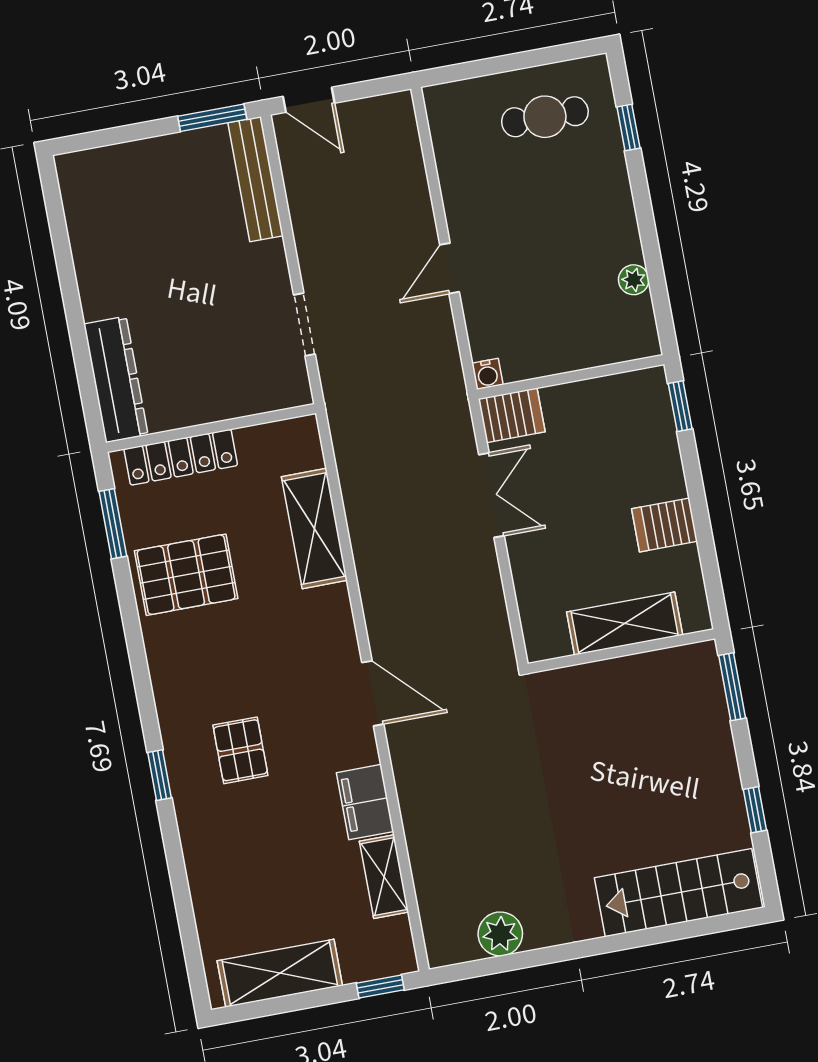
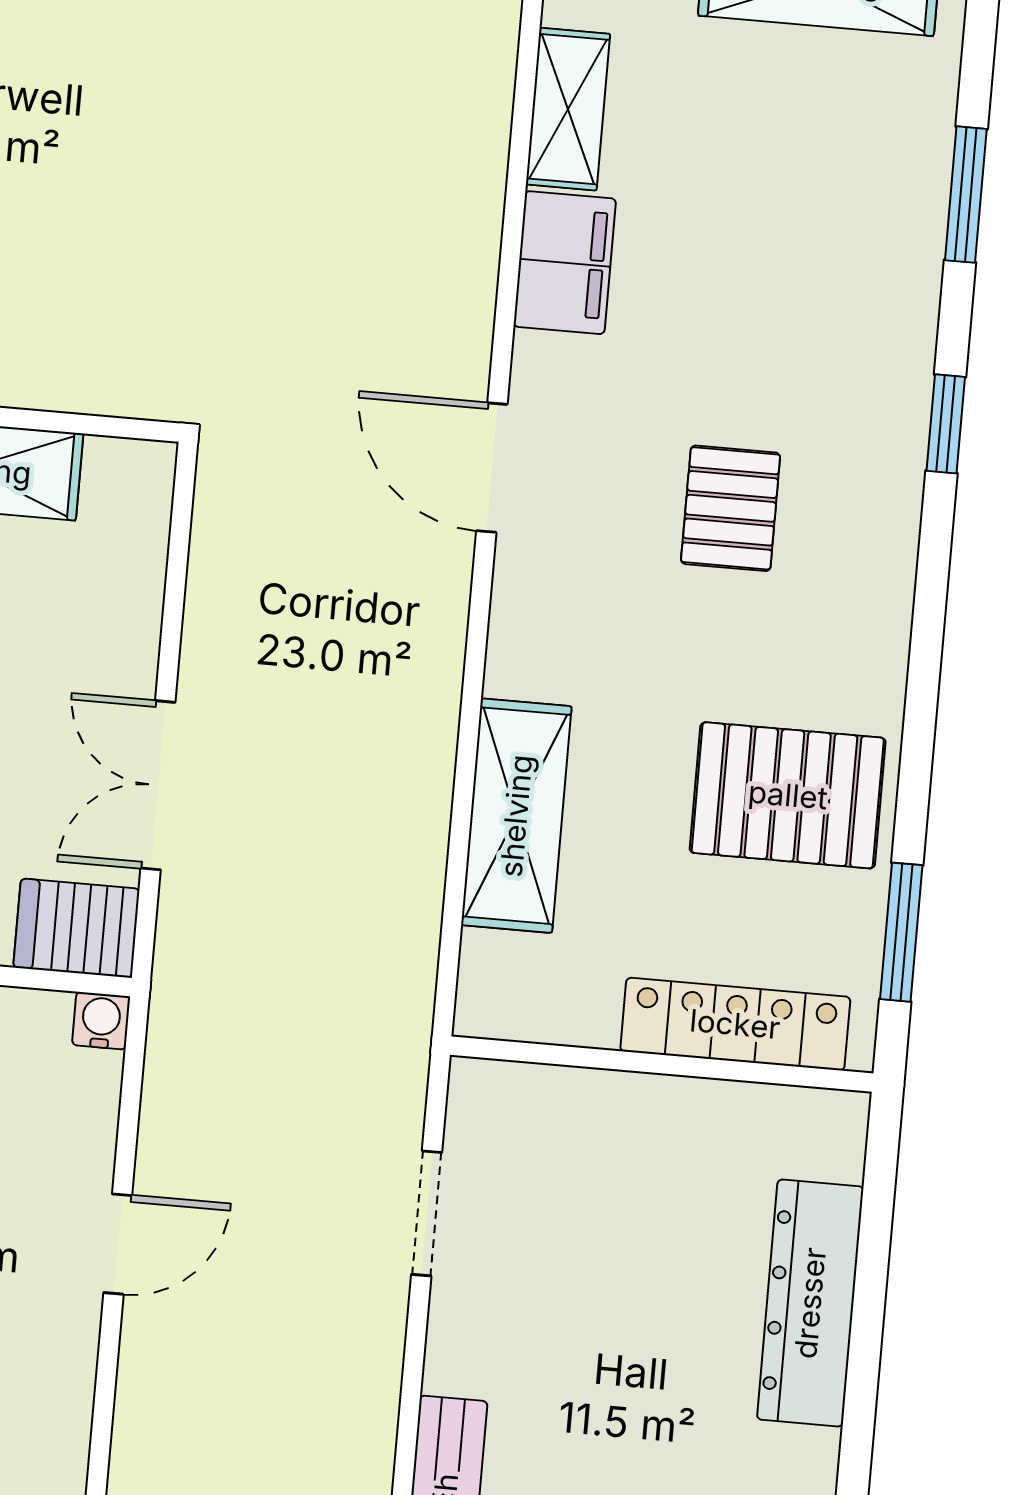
dresser: (116, 379) -> (810, 1303), moved
pallet: (240, 750) -> (731, 508), moved
window: (181, 889) -> (966, 195), added

